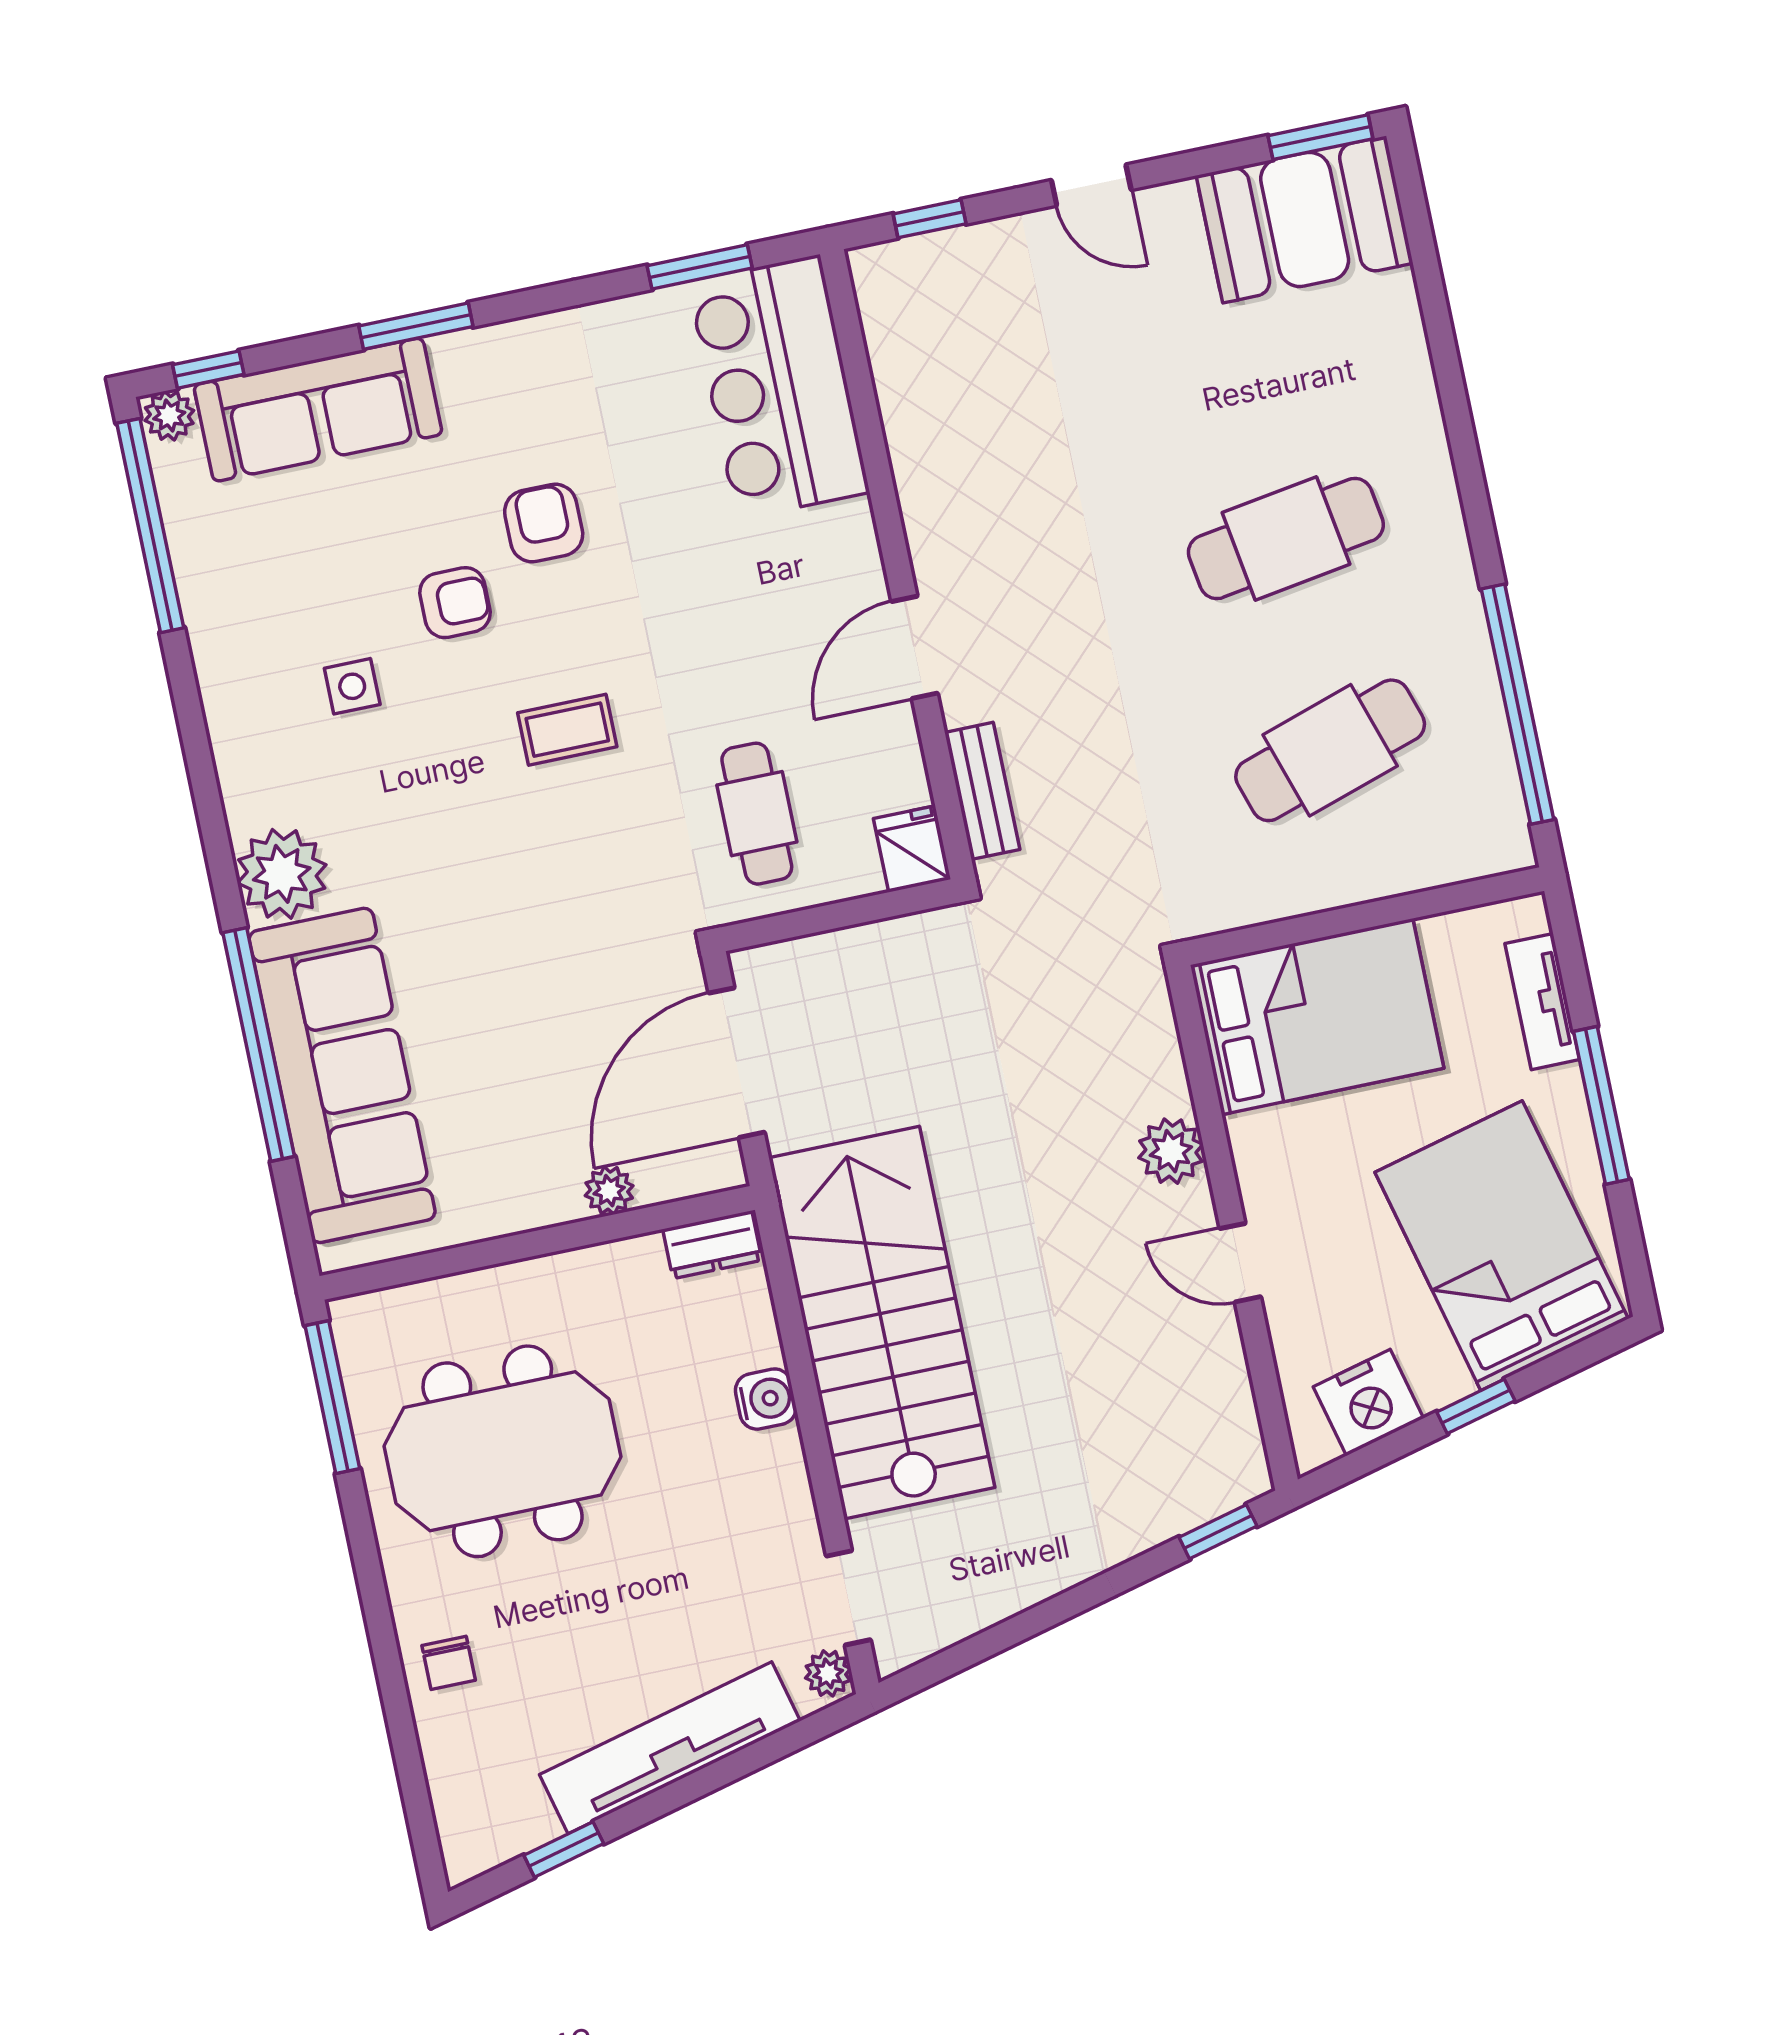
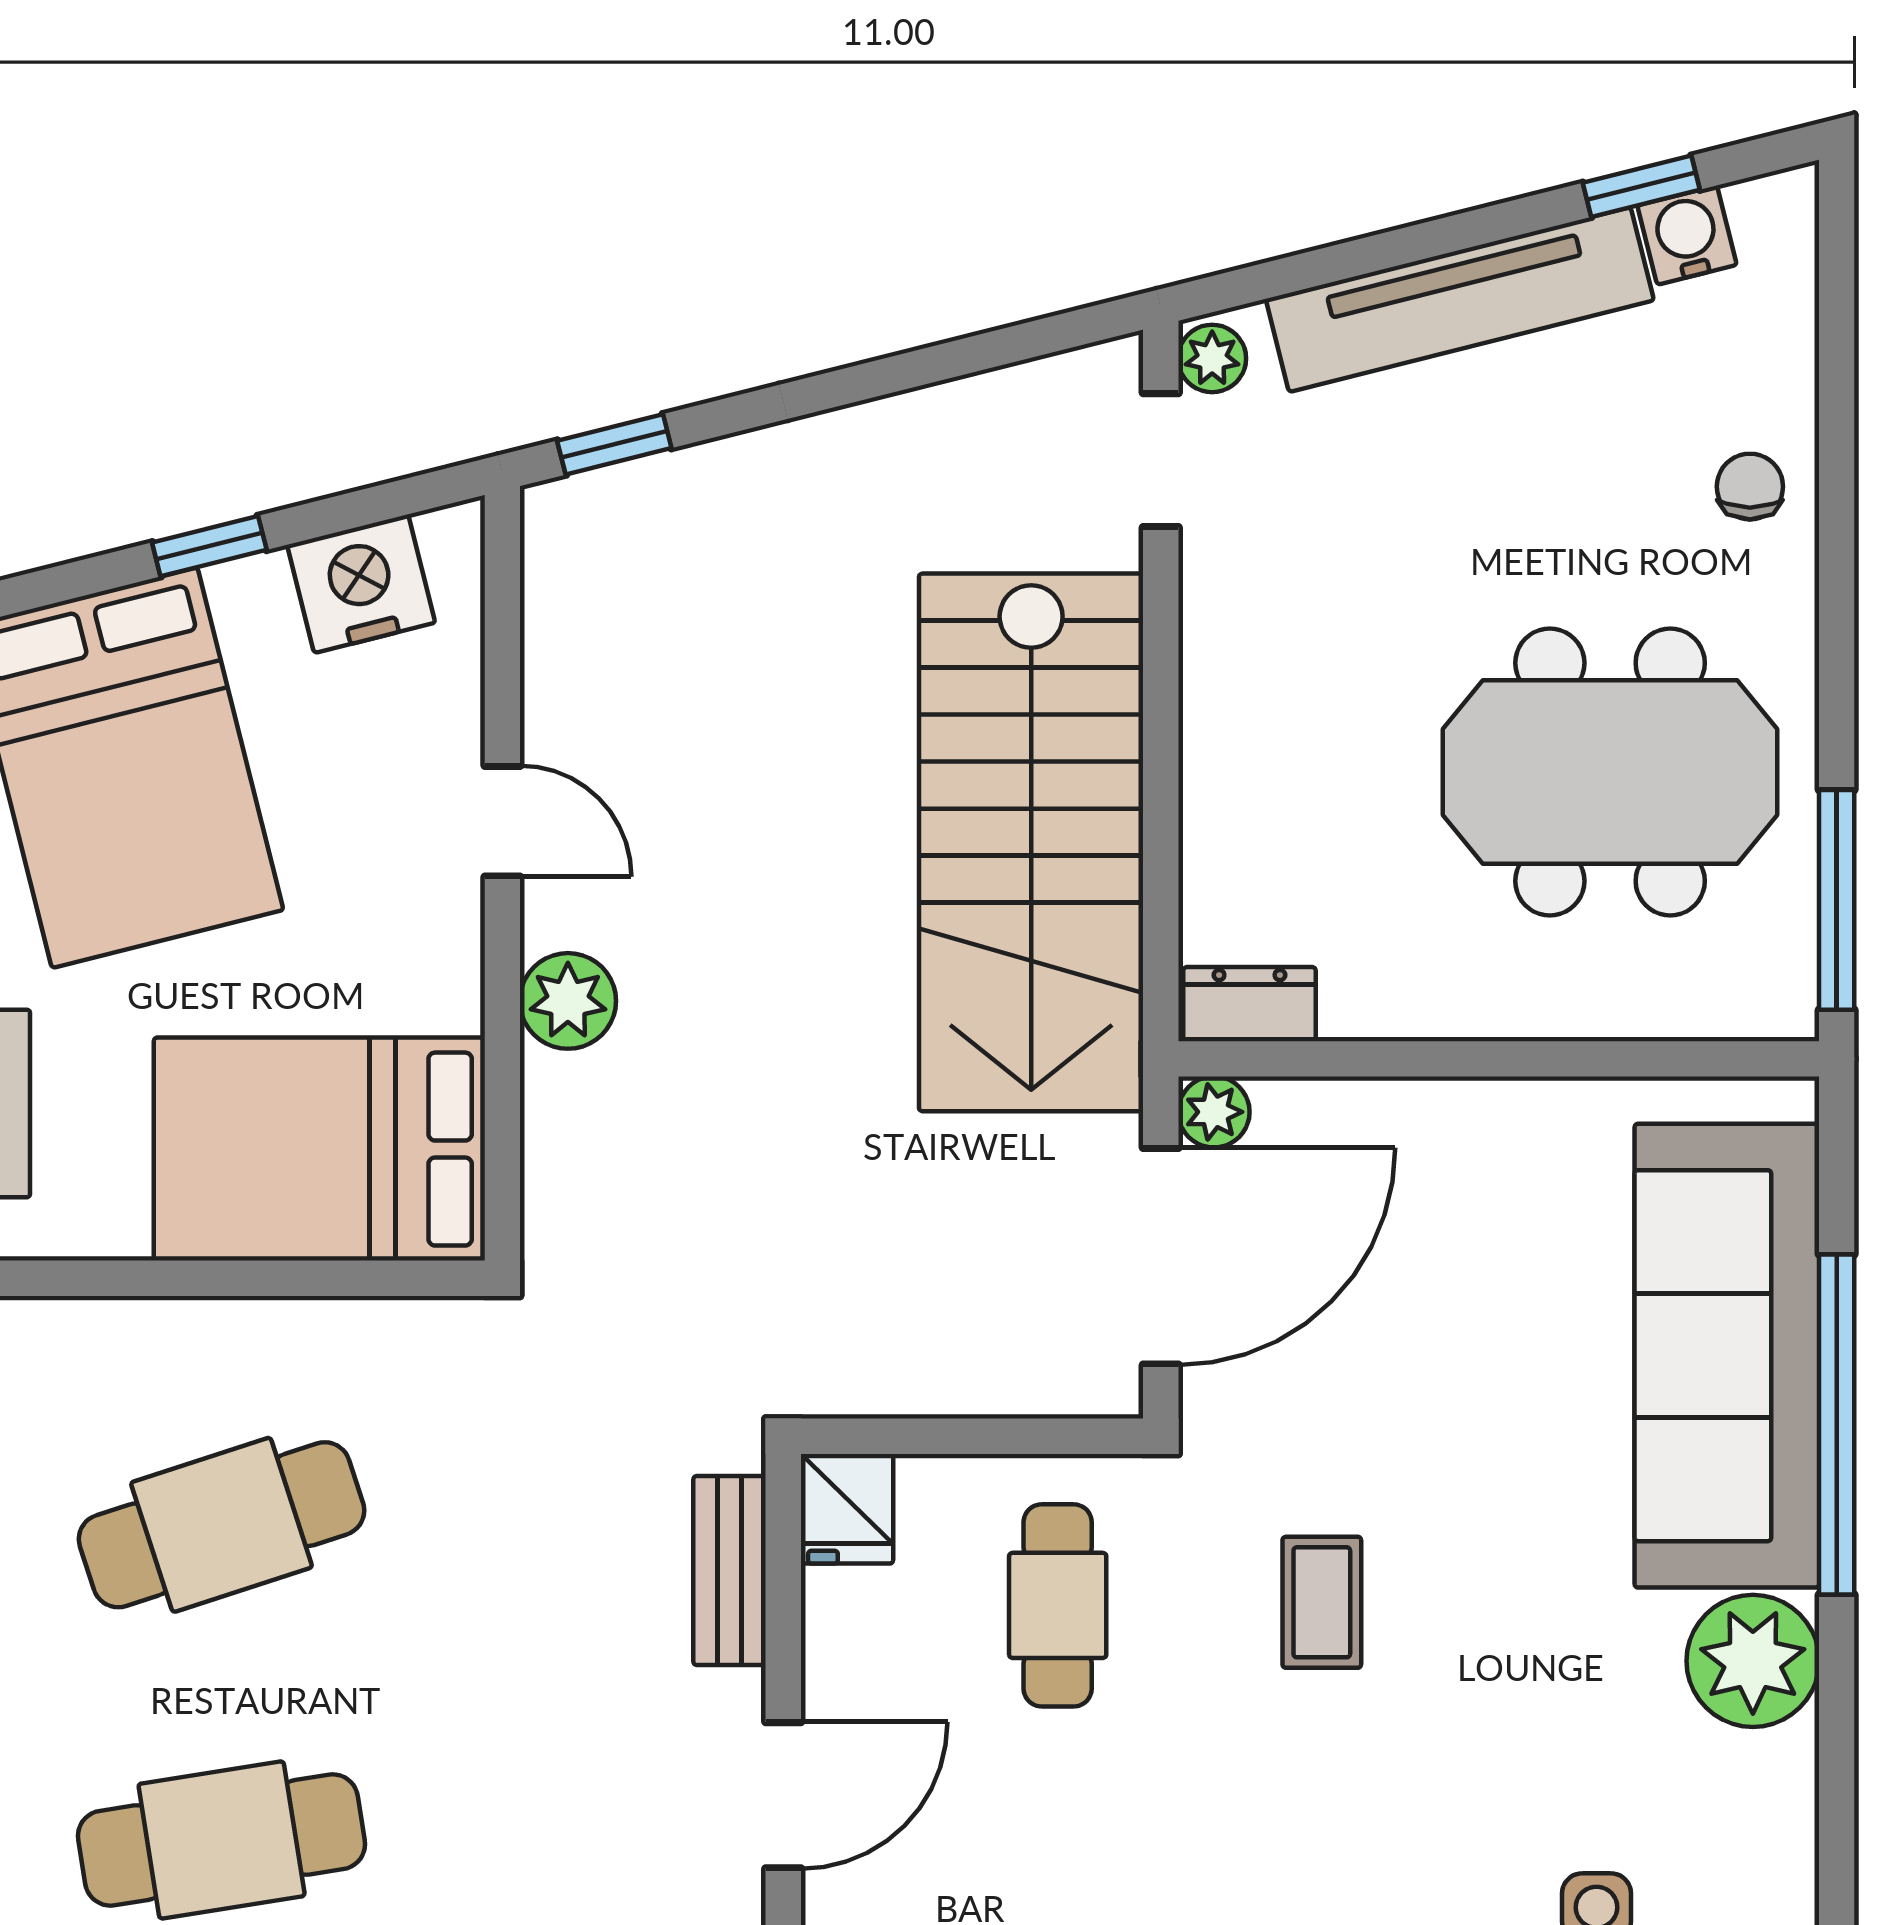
coffee table: (567, 730) -> (1322, 1602), moved, turned 90
plant: (609, 1191) -> (1214, 1112), moved
water cooler: (766, 1399) -> (1687, 235), moved, turned 76

